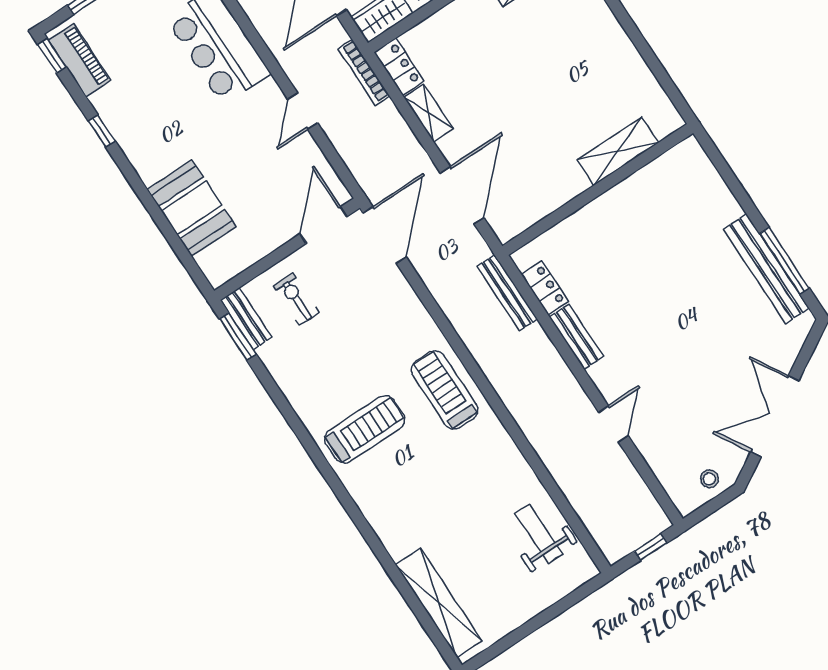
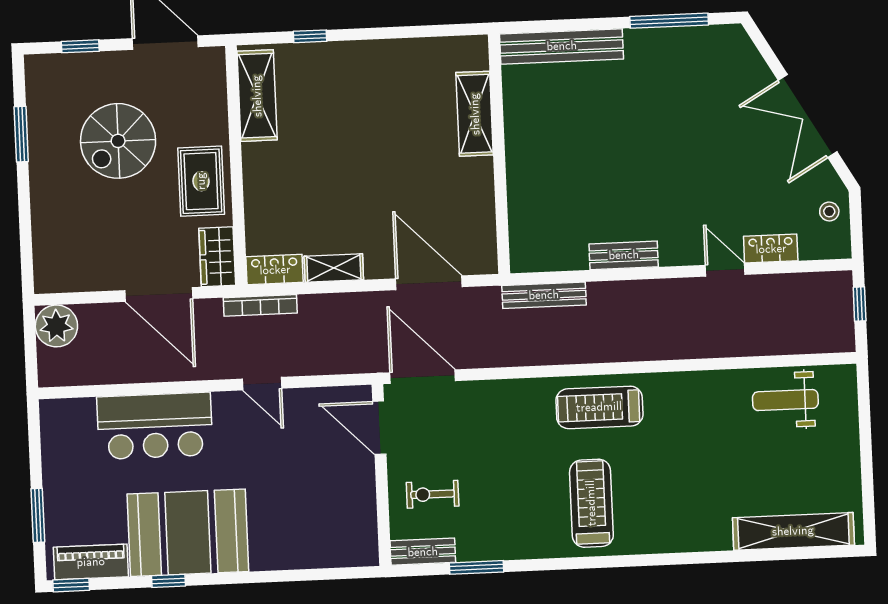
booth: (191, 208) -> (188, 533), moved, width x1.36, depth x1.42
bench: (766, 269) -> (562, 46), moved
locker: (545, 288) -> (771, 249), moved
window: (238, 336) -> (477, 567), moved

